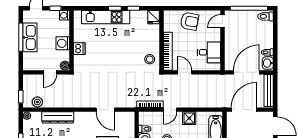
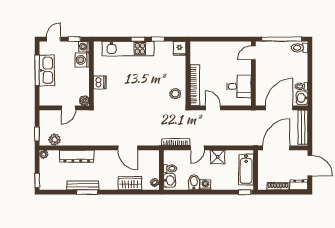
armchair: (189, 21) -> (218, 53), removed
washing machine: (63, 43) -> (82, 60), moved

